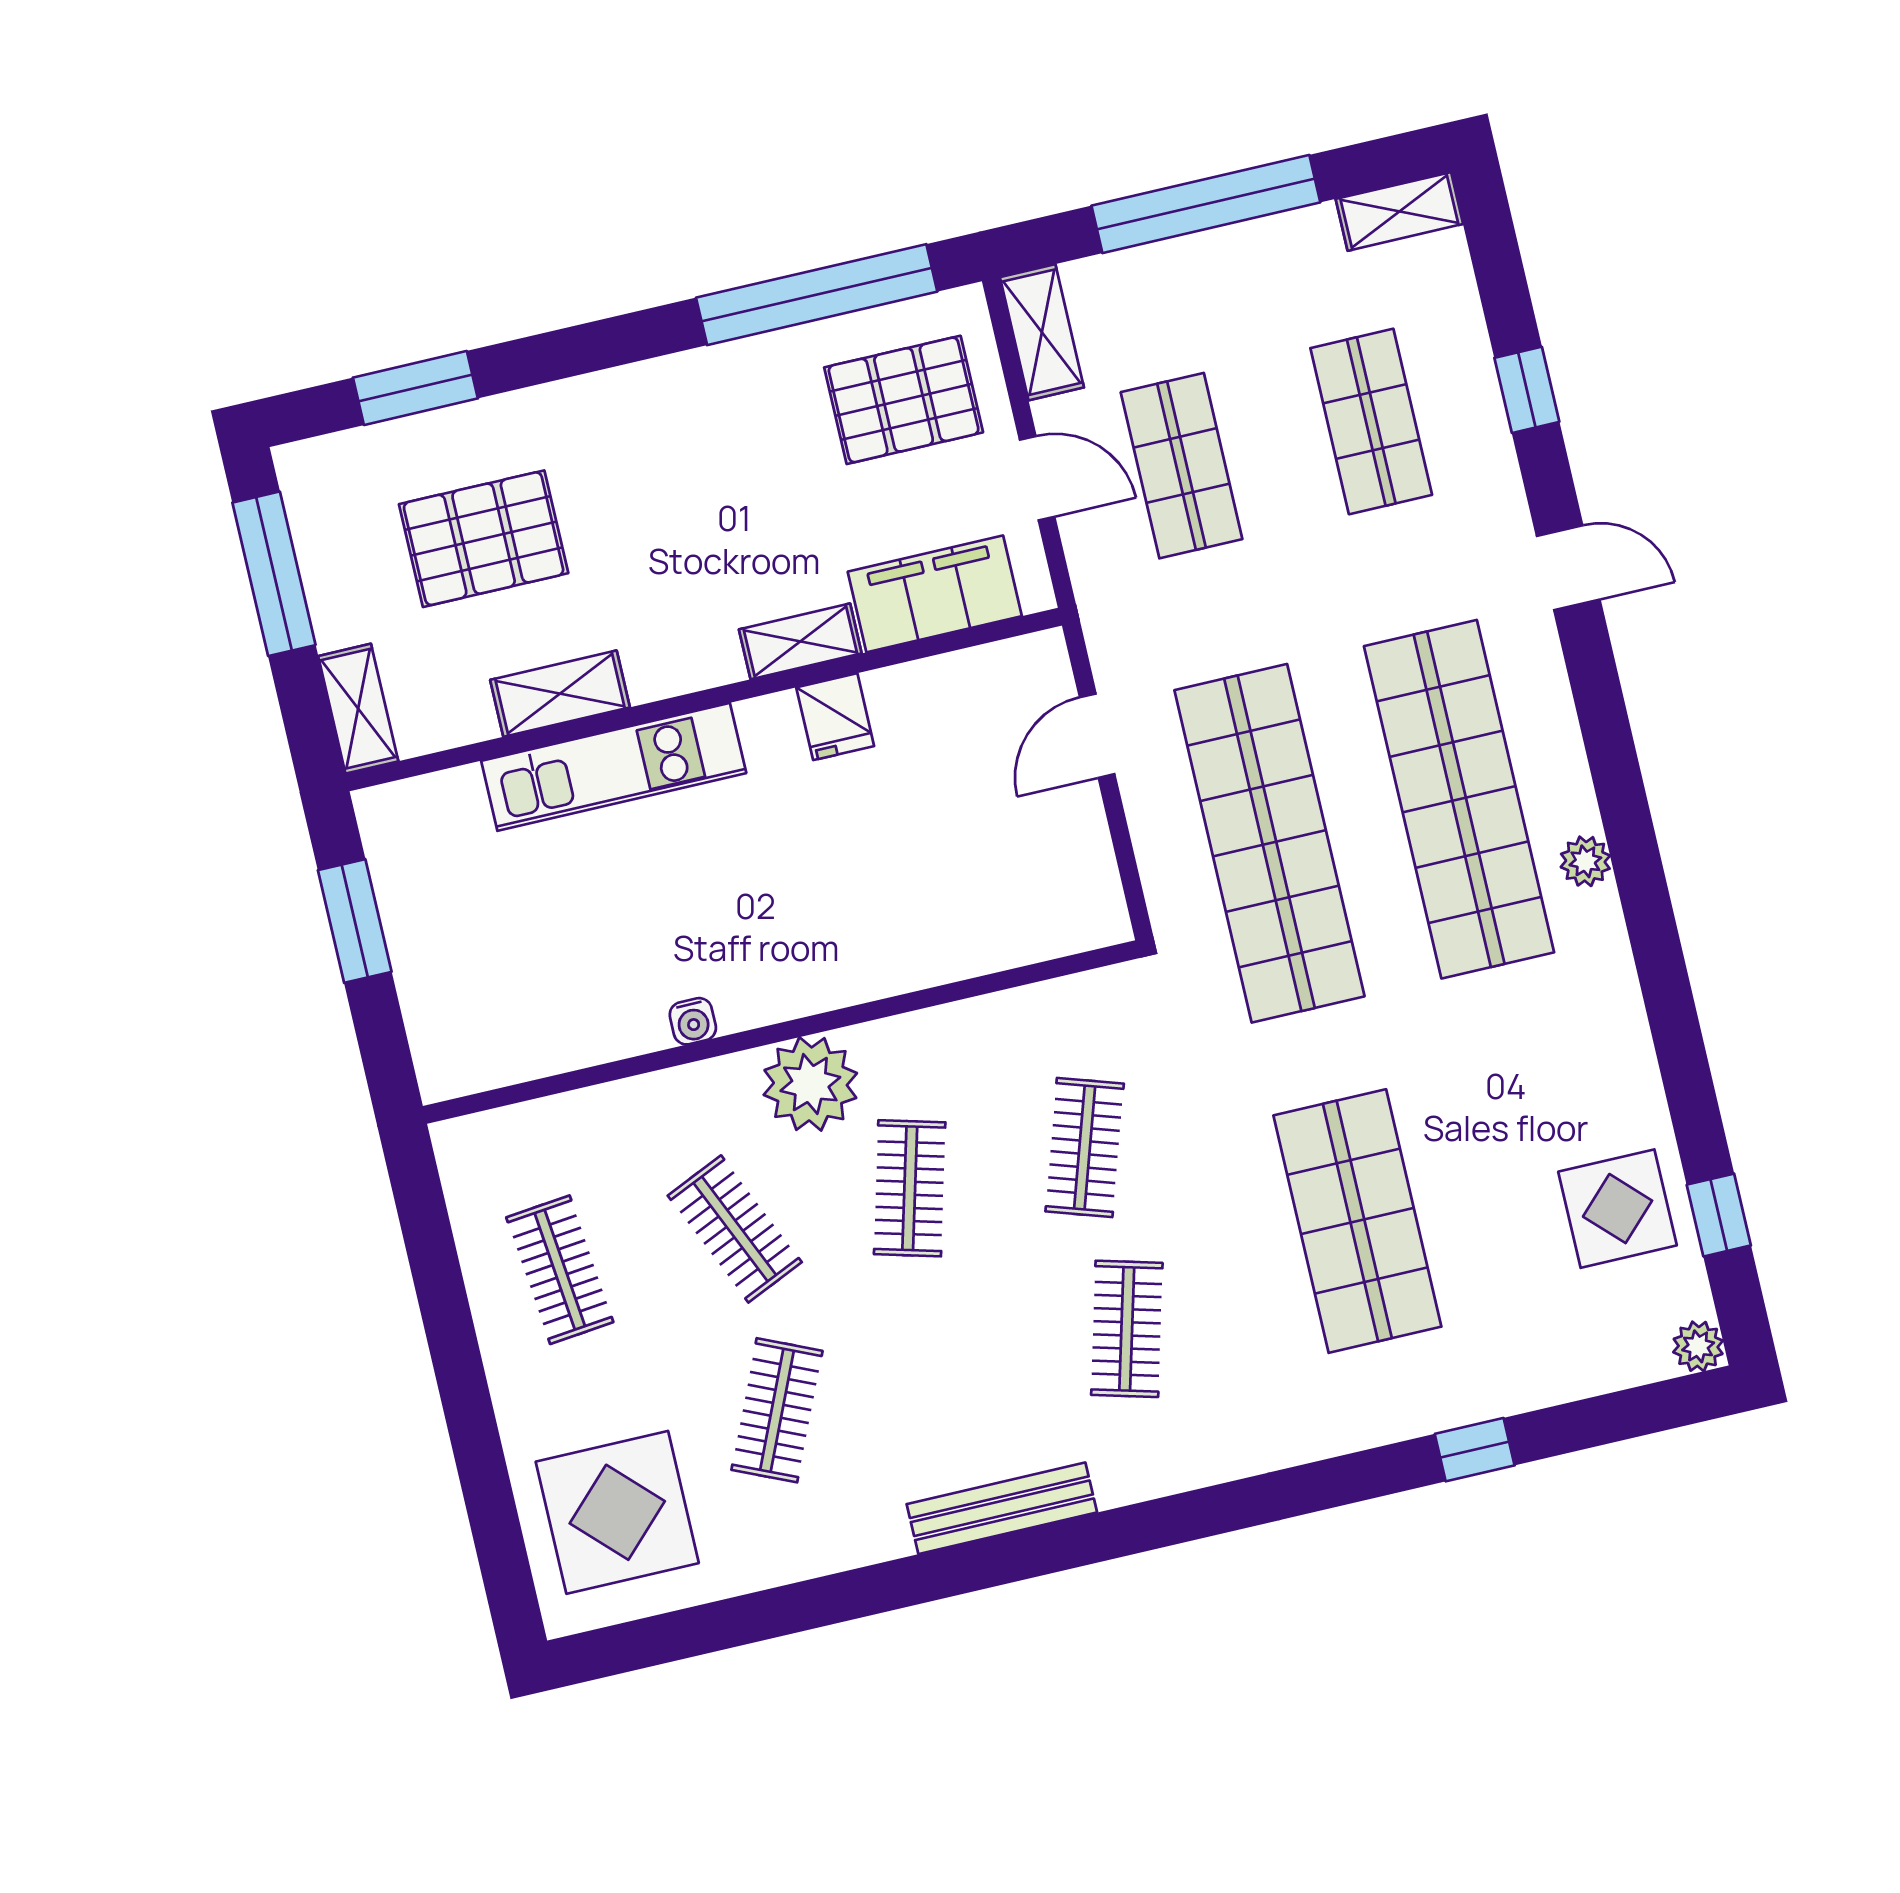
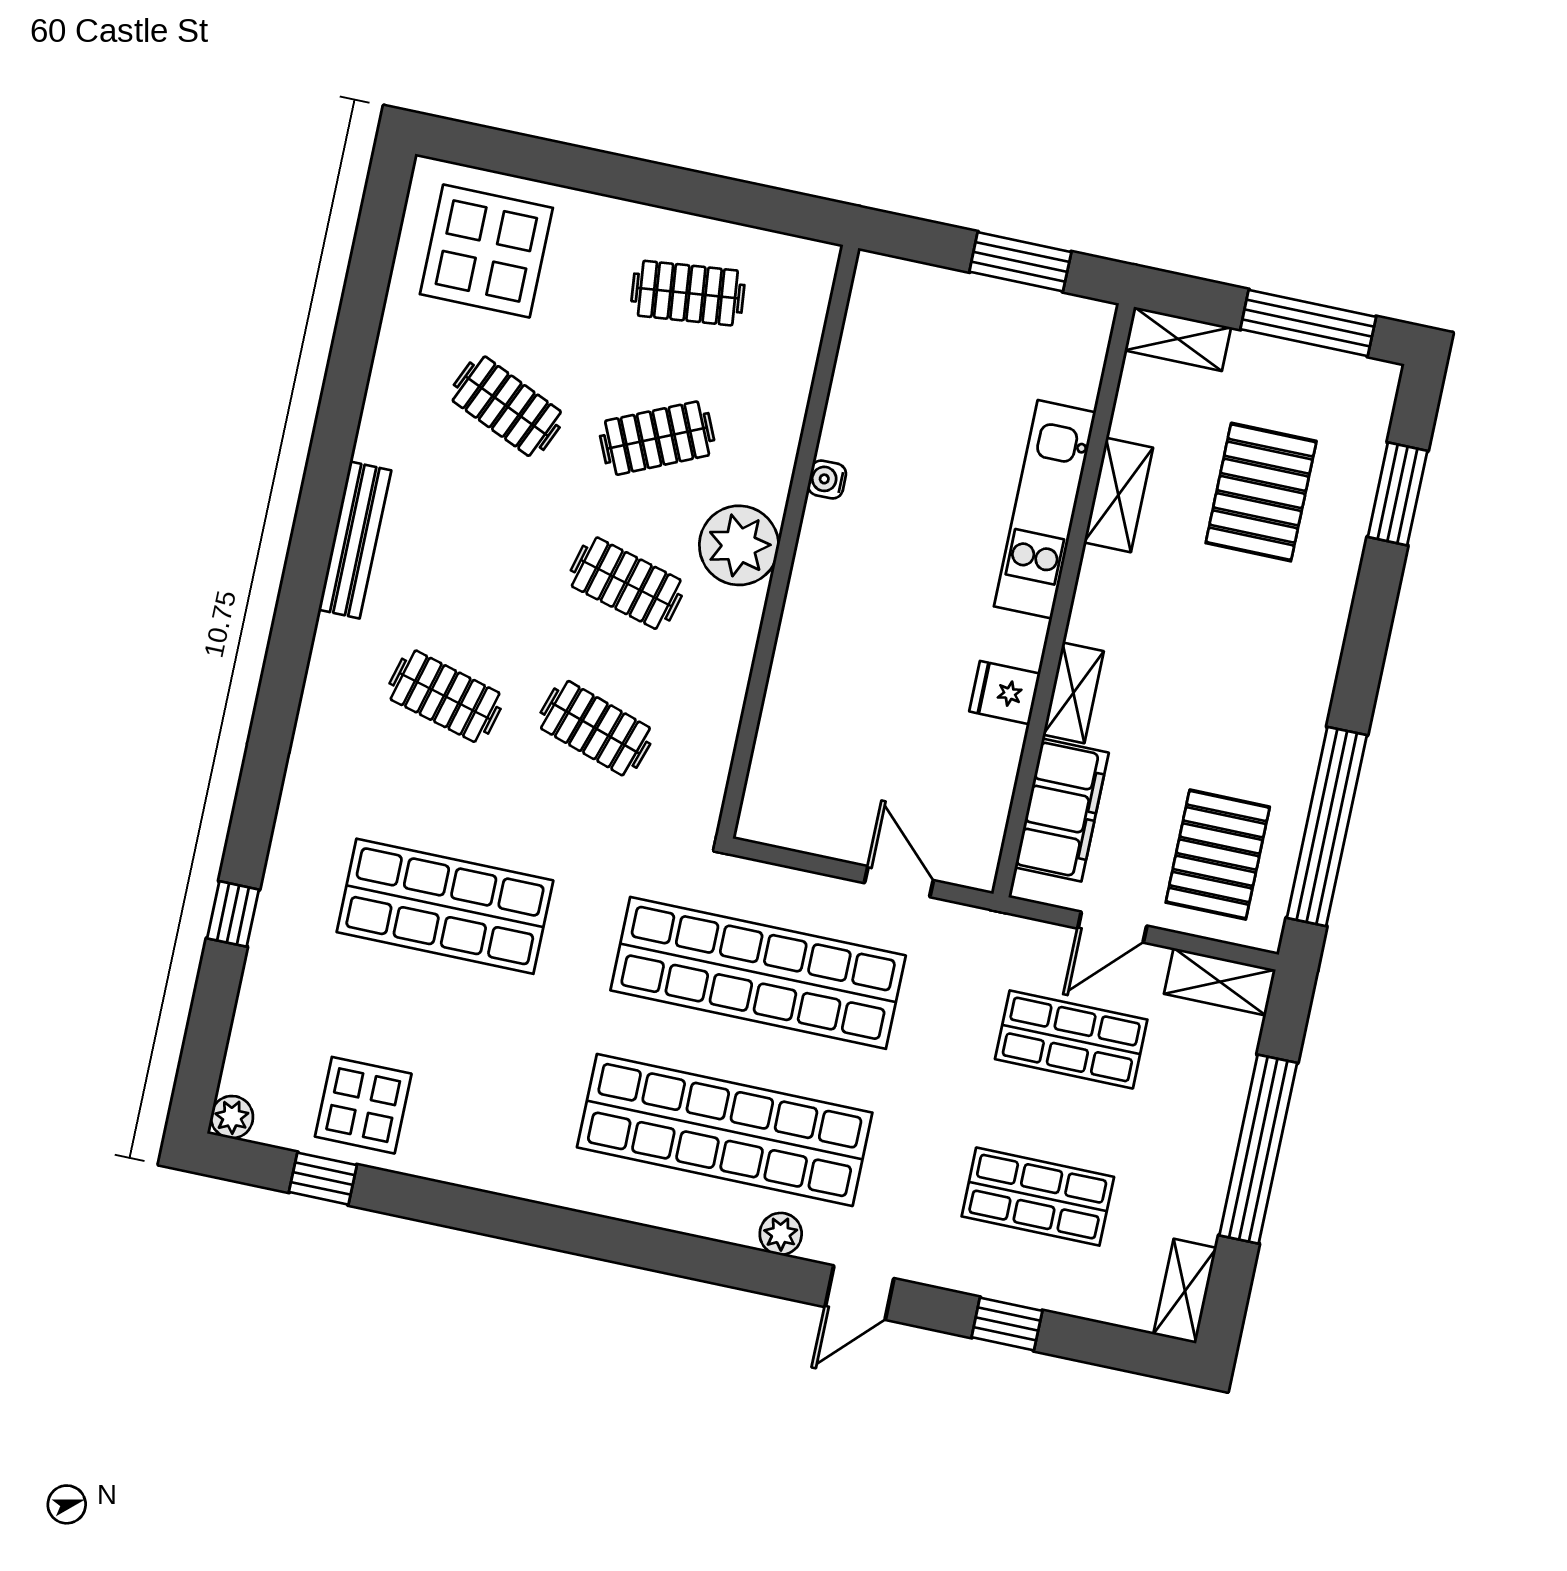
plant: (1585, 861) -> (781, 1234), moved

